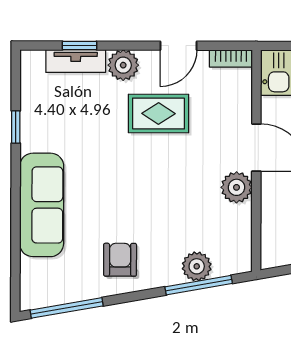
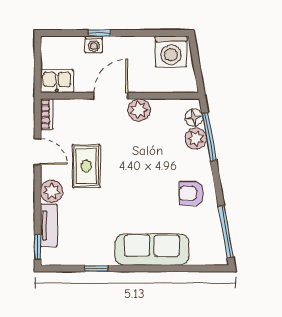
window: (80, 46) -> (38, 247), moved
floor lamp: (226, 264) -> (194, 117), added

